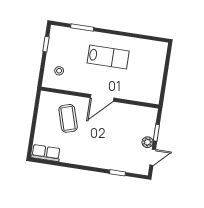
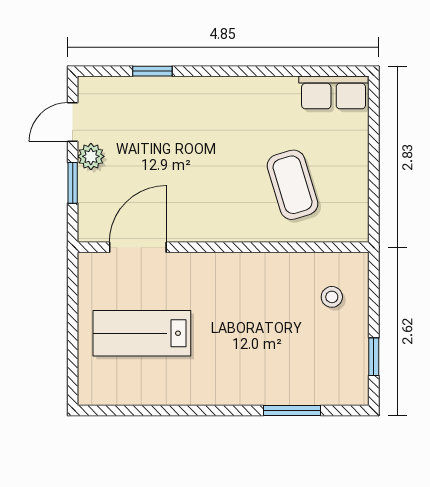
lab bench: (108, 57) -> (142, 333), moved
door: (102, 98) -> (138, 247), moved

